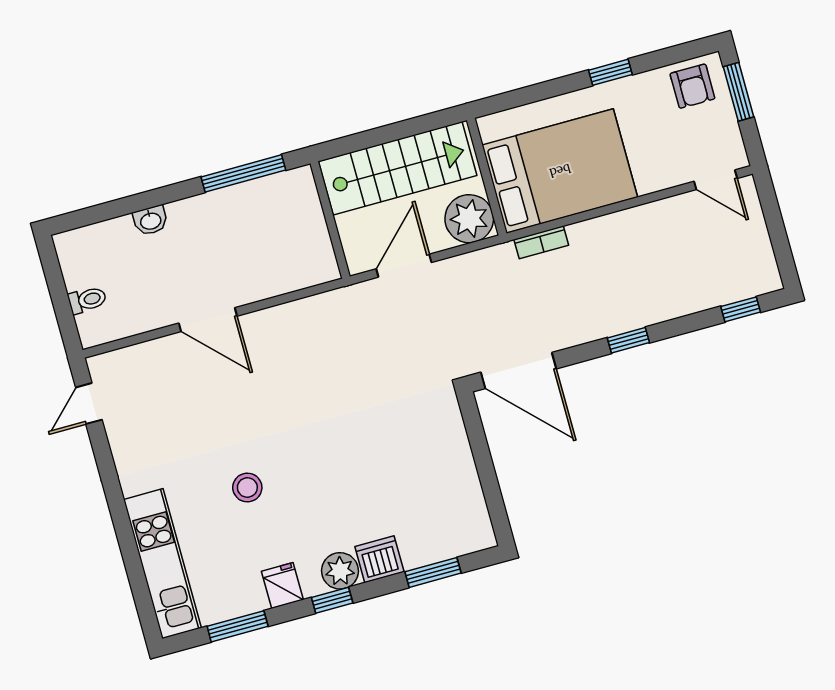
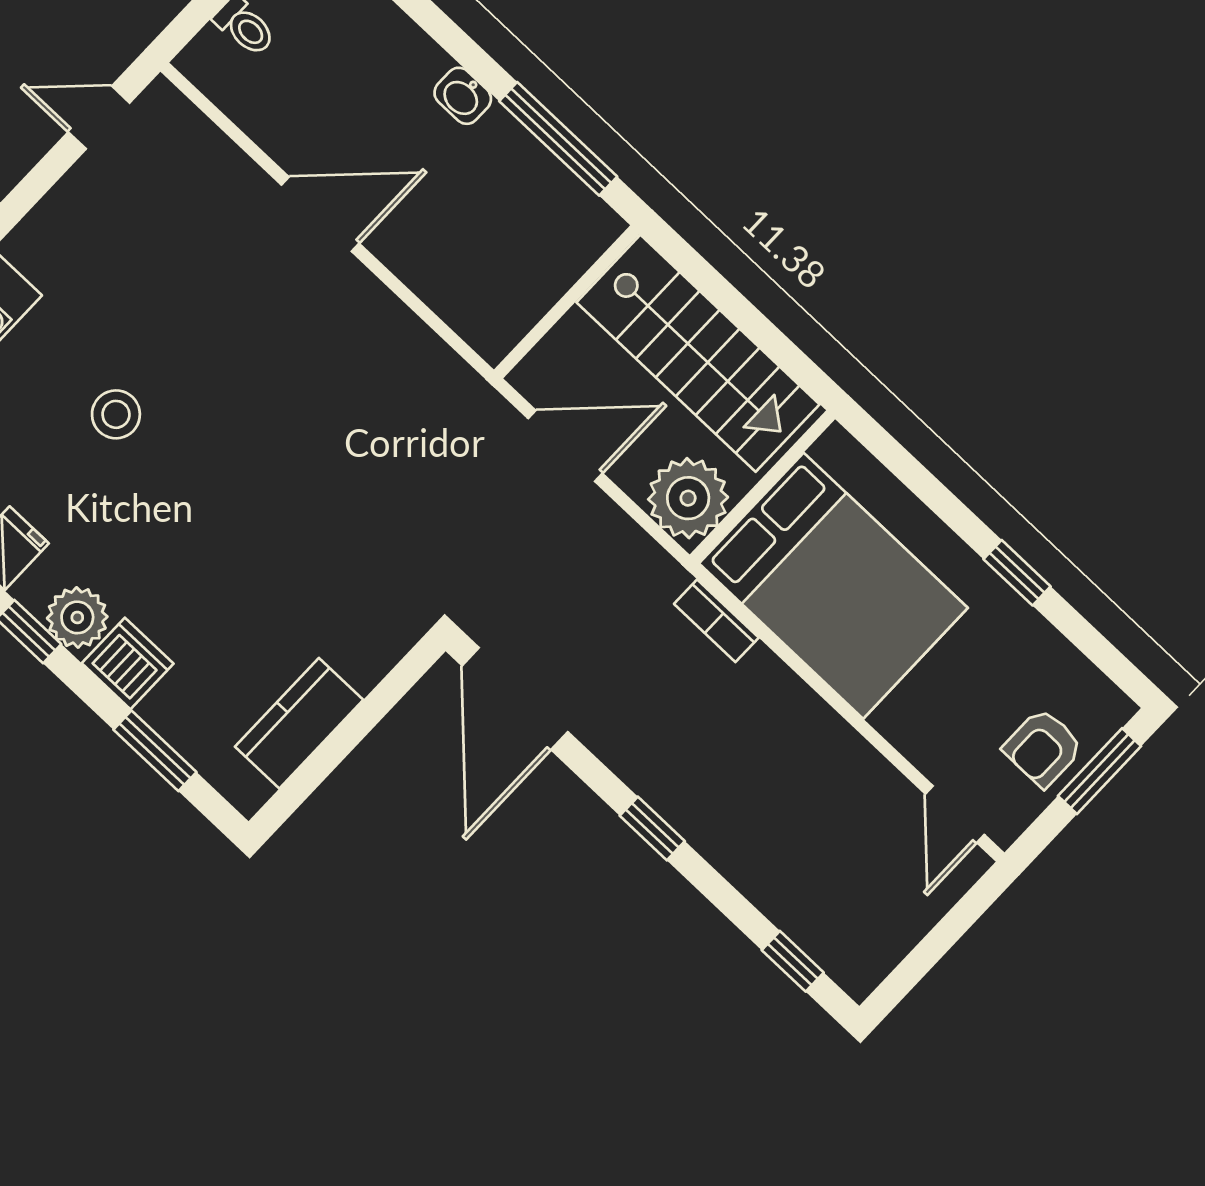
armchair: (692, 86) -> (1043, 748), moved
washbasin: (150, 220) -> (463, 96), moved
door: (208, 320) -> (320, 214), swing flipped
kitchen counter: (464, 490) -> (299, 723), added

